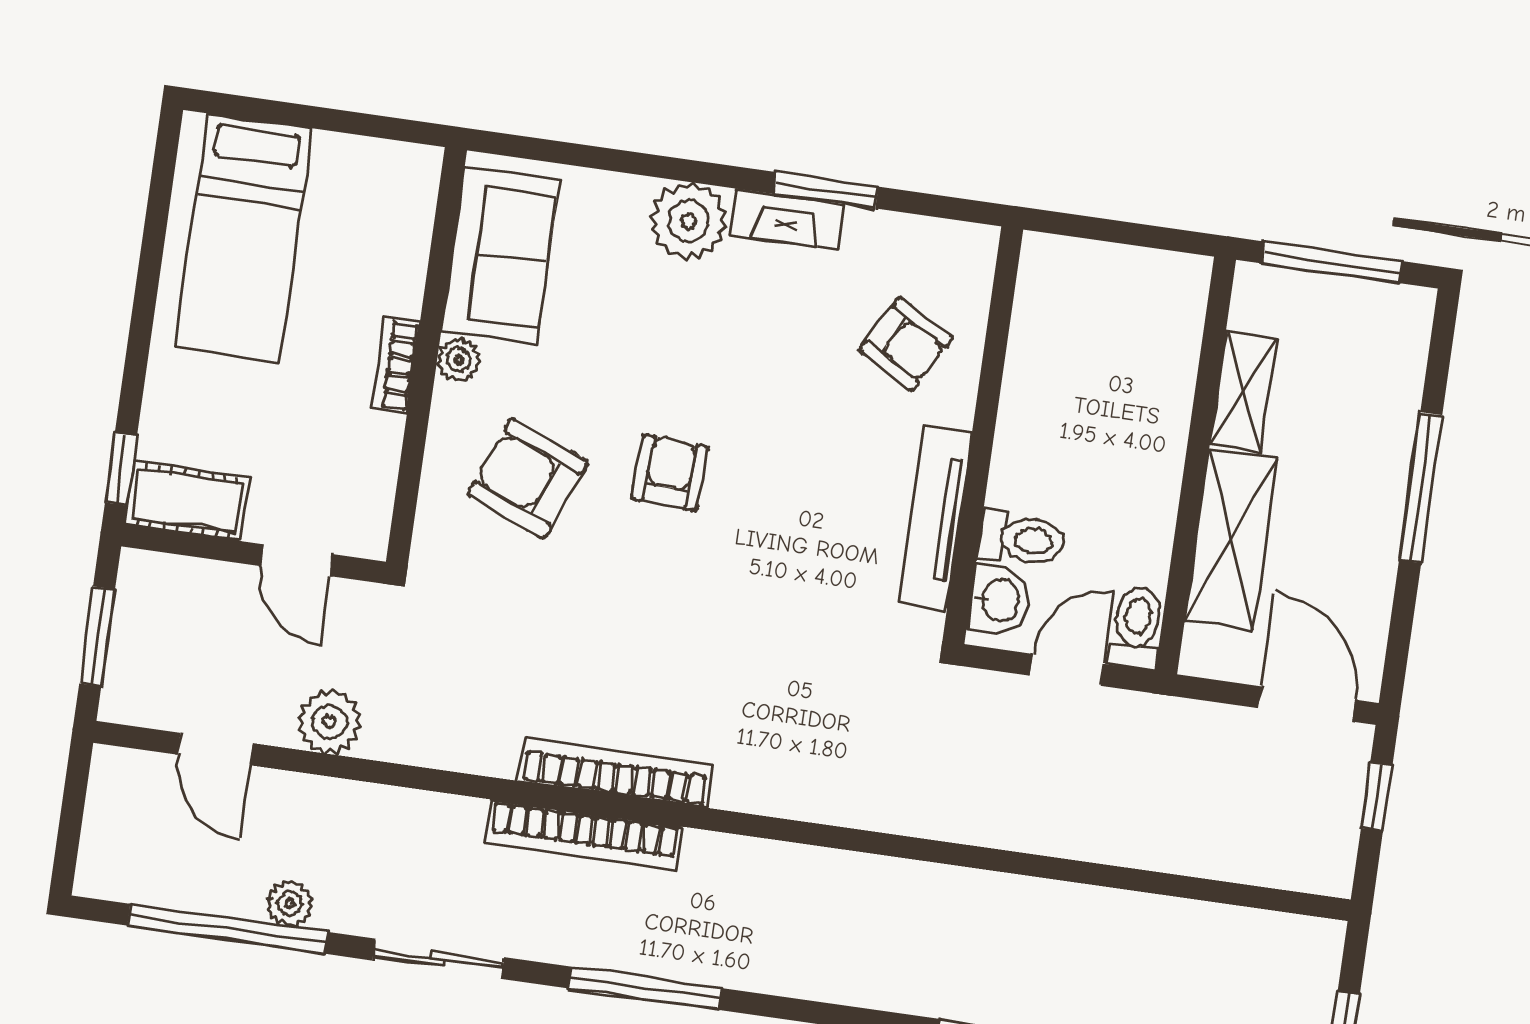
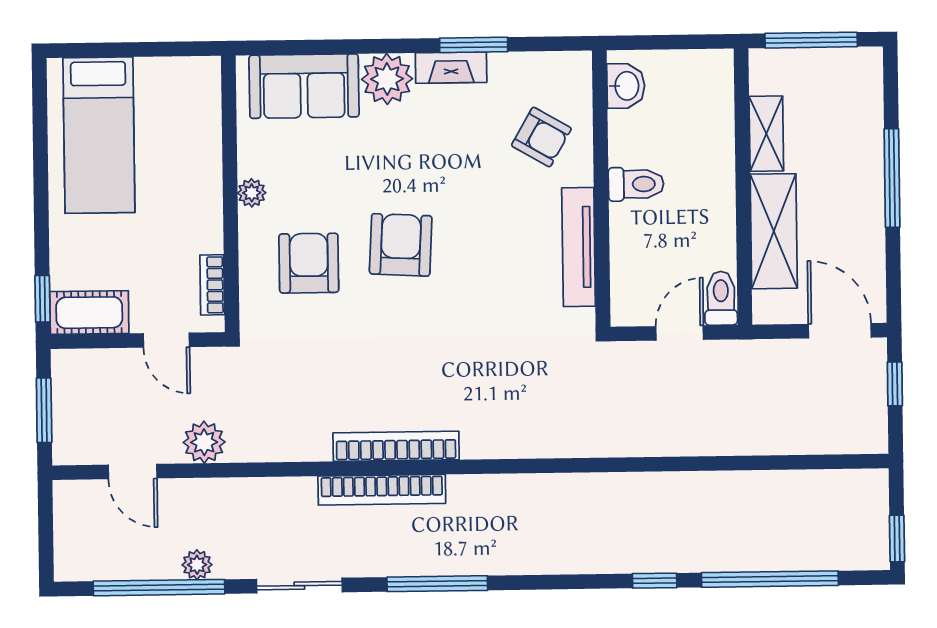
sofa: (500, 256) -> (304, 86), moved, turned 90
bookcase: (396, 365) -> (212, 285), moved
armchair: (670, 473) -> (401, 245), width x1.38, depth x1.38
armchair: (528, 478) -> (309, 263), turned 68
toilet: (1022, 539) -> (636, 184), moved
washbasin: (999, 600) -> (626, 86), moved

